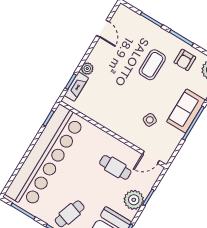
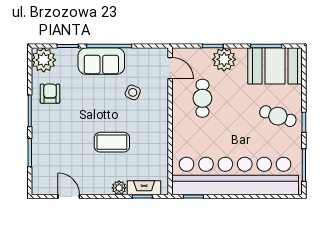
door: (103, 29) -> (69, 196), hinge flipped
armchair: (185, 60) -> (50, 94), turned -90
coffee table: (152, 65) -> (112, 142), moved

